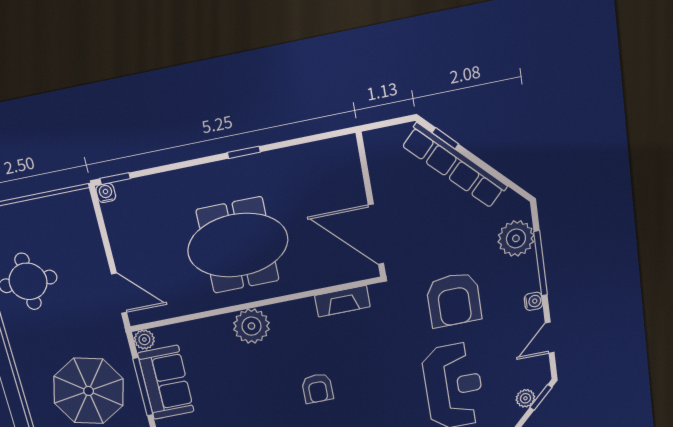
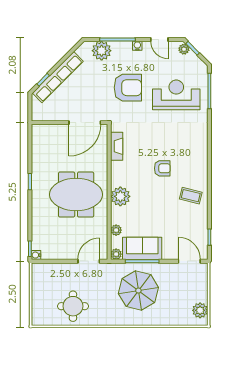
meeting table: (238, 245) -> (76, 195), turned 90
plant: (188, 331) -> (116, 230), added
plant: (525, 398) -> (184, 49), moved

